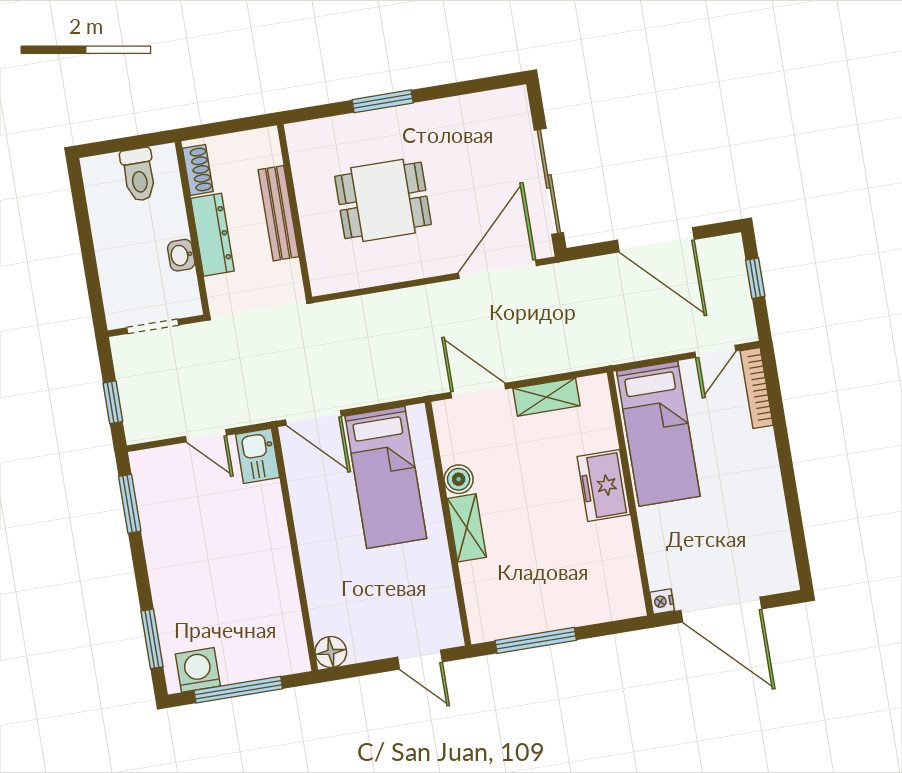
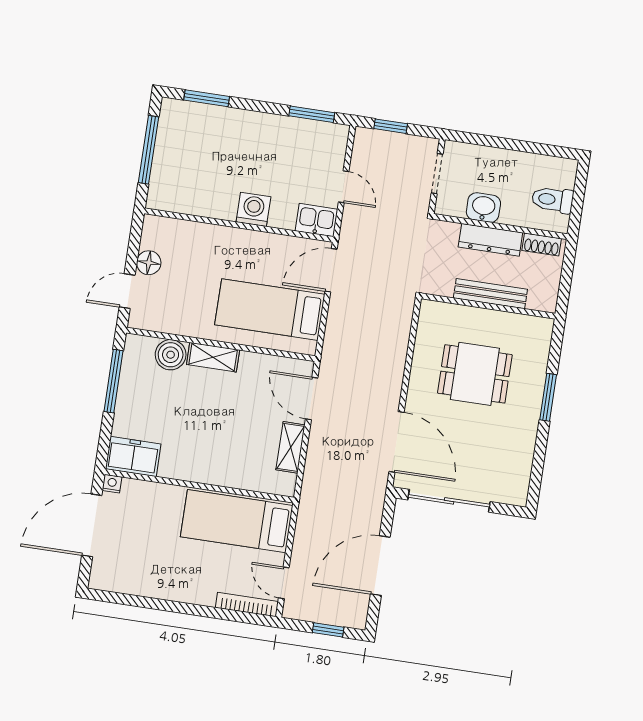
dining table: (383, 200) -> (475, 374), turned 90
washbasin: (181, 255) -> (483, 208), width x1.38, depth x1.45
door: (478, 391) -> (312, 398), swing flipped
door: (206, 436) -> (344, 187), swing flipped
boiler: (459, 479) -> (171, 355), moved, width x1.36, depth x1.36
freezer: (604, 486) -> (133, 457), moved
floor lamp: (331, 652) -> (149, 263), moved
washing machine: (198, 670) -> (253, 209), moved, turned -90

